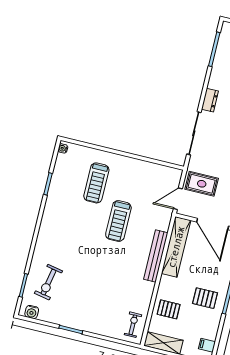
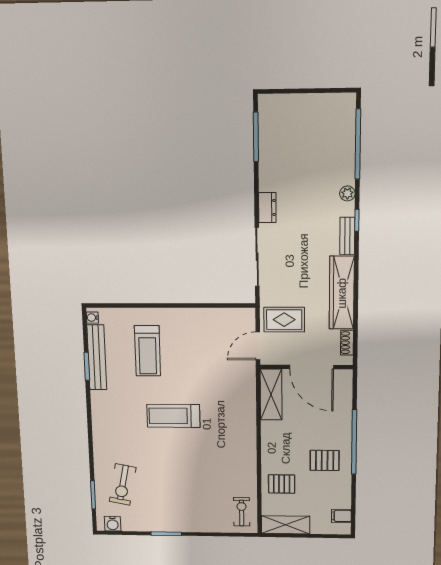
treadmill: (118, 221) -> (173, 416), moved, turned 90
shelving: (176, 247) -> (271, 395), width x0.68
bench: (156, 256) -> (97, 357), moved

